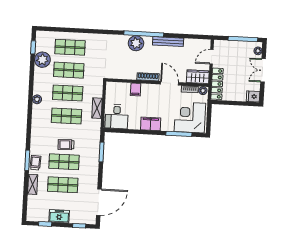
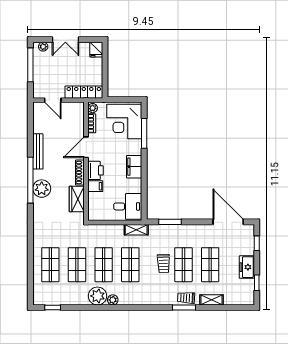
plant: (42, 60) -> (98, 296), moved
wardrobe: (198, 77) -> (77, 199), moved
printer: (149, 90) -> (96, 170), added
shelving: (97, 108) -> (136, 230), moved

